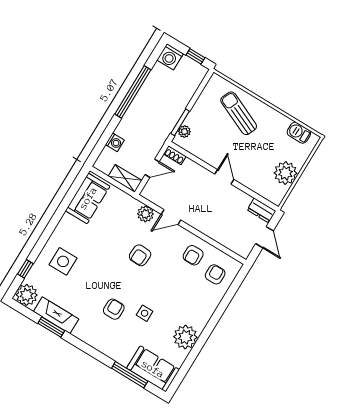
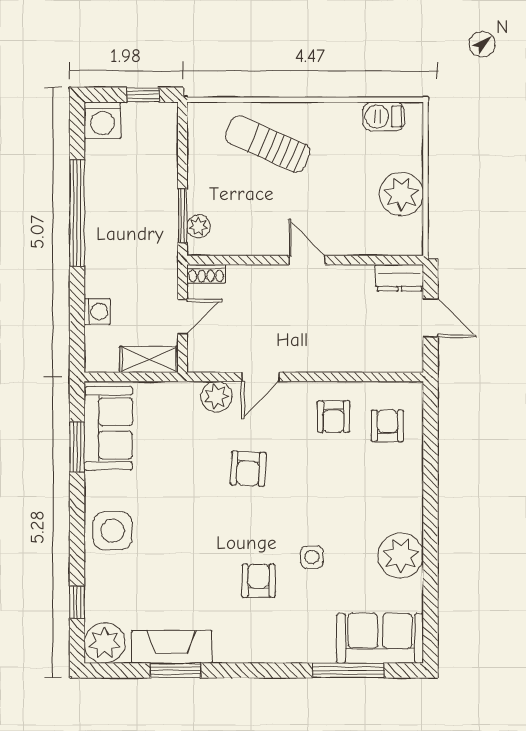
window: (68, 198) -> (77, 447), added
side table: (63, 261) -> (113, 531), moved

